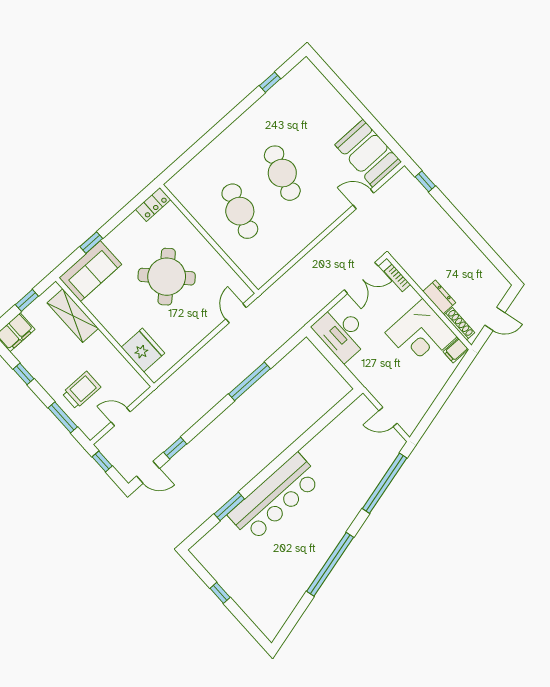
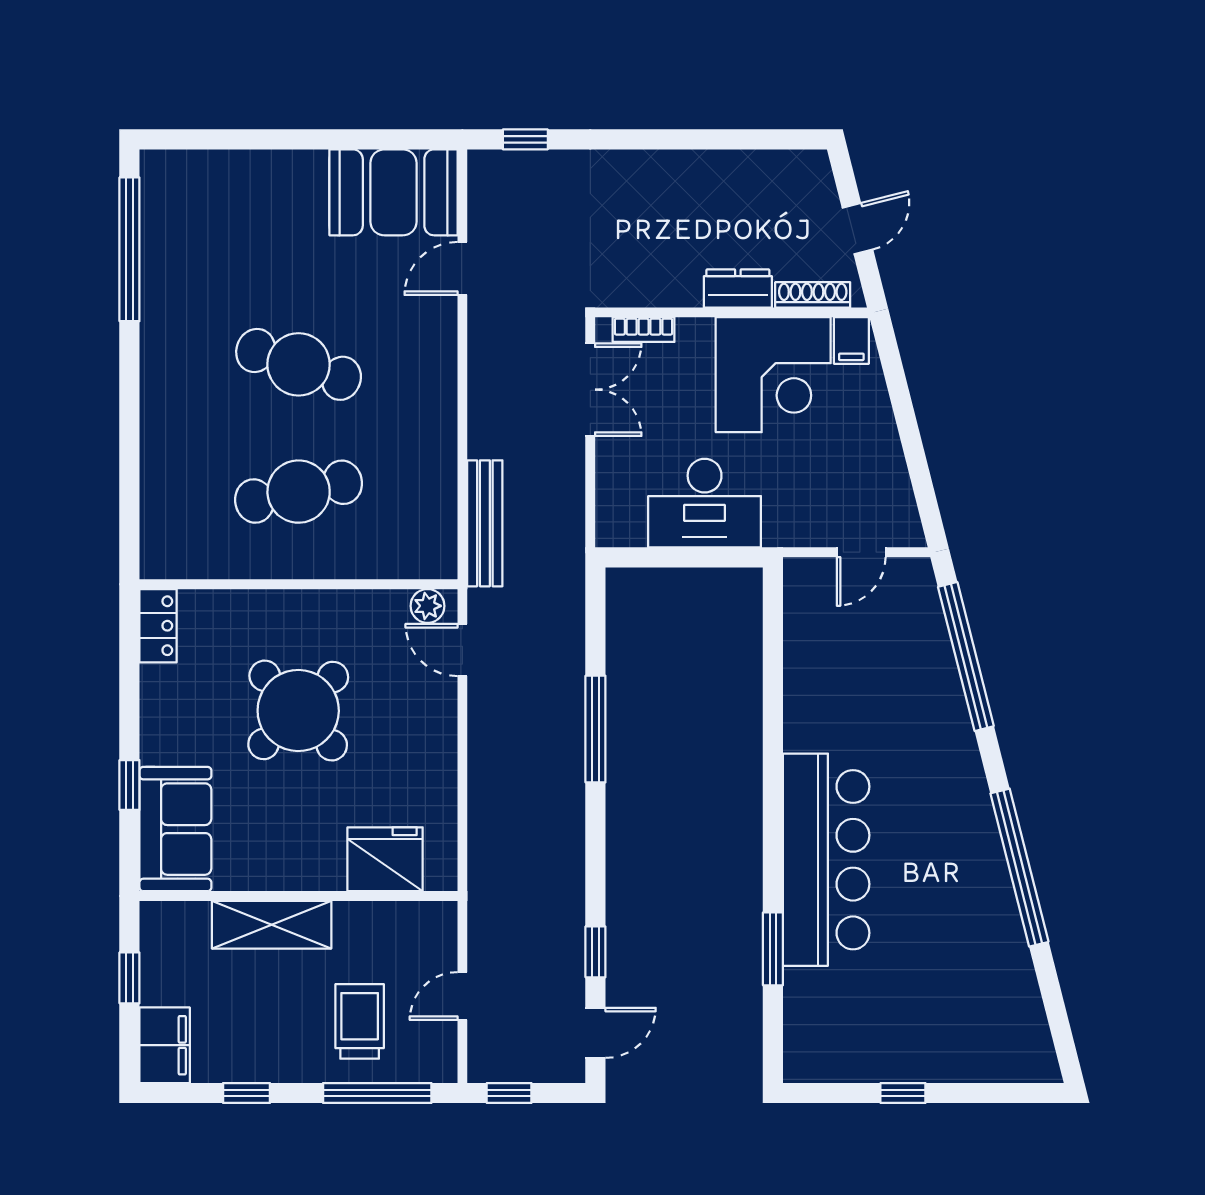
window: (270, 82) -> (129, 249), width x3.17
cafe table: (240, 211) -> (299, 492), turned -30
bench: (285, 283) -> (485, 523), added
plant: (240, 288) -> (428, 606), added
shelving: (73, 316) -> (272, 925), moved
desk: (342, 332) -> (705, 503), moved
window: (63, 417) -> (377, 1093), width x1.44

